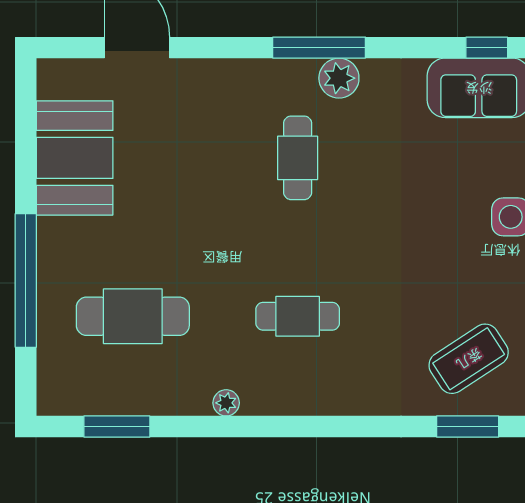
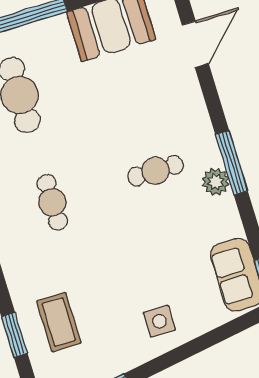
coffee table: (469, 359) -> (59, 322), turned 33

